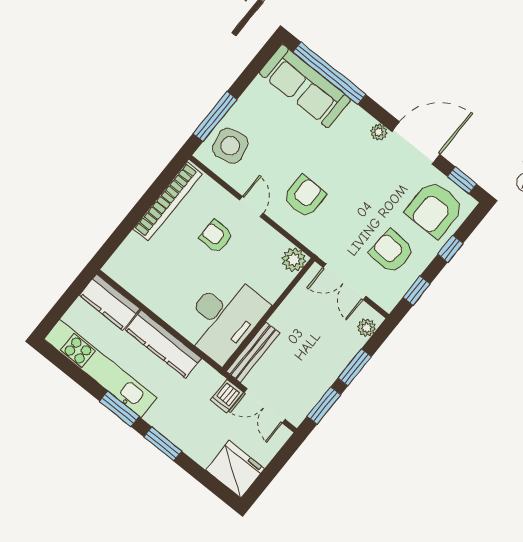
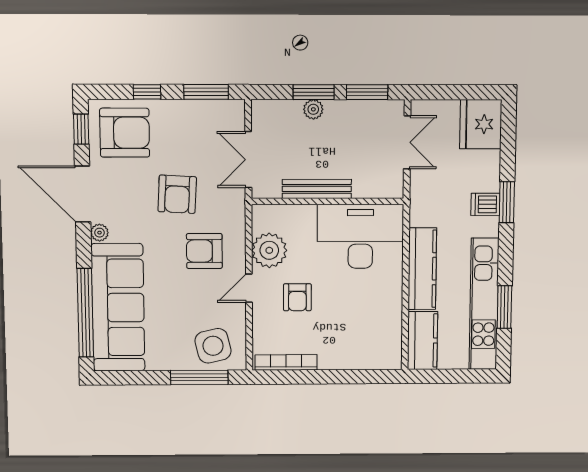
sofa: (305, 86) -> (118, 308), width x1.36, depth x1.27
bookcase: (168, 201) -> (286, 362), width x0.68, depth x0.76
armchair: (392, 252) -> (177, 194), moved
plant: (294, 260) -> (269, 250), moved, width x1.36, depth x1.36
double door: (345, 282) -> (248, 160), swing flipped
window: (416, 291) -> (206, 92), width x1.50
plant: (367, 328) -> (313, 109), moved
bench: (253, 352) -> (317, 189), moved
dishwasher: (227, 396) -> (485, 204), moved, turned 180
window: (119, 409) -> (504, 307), moved

